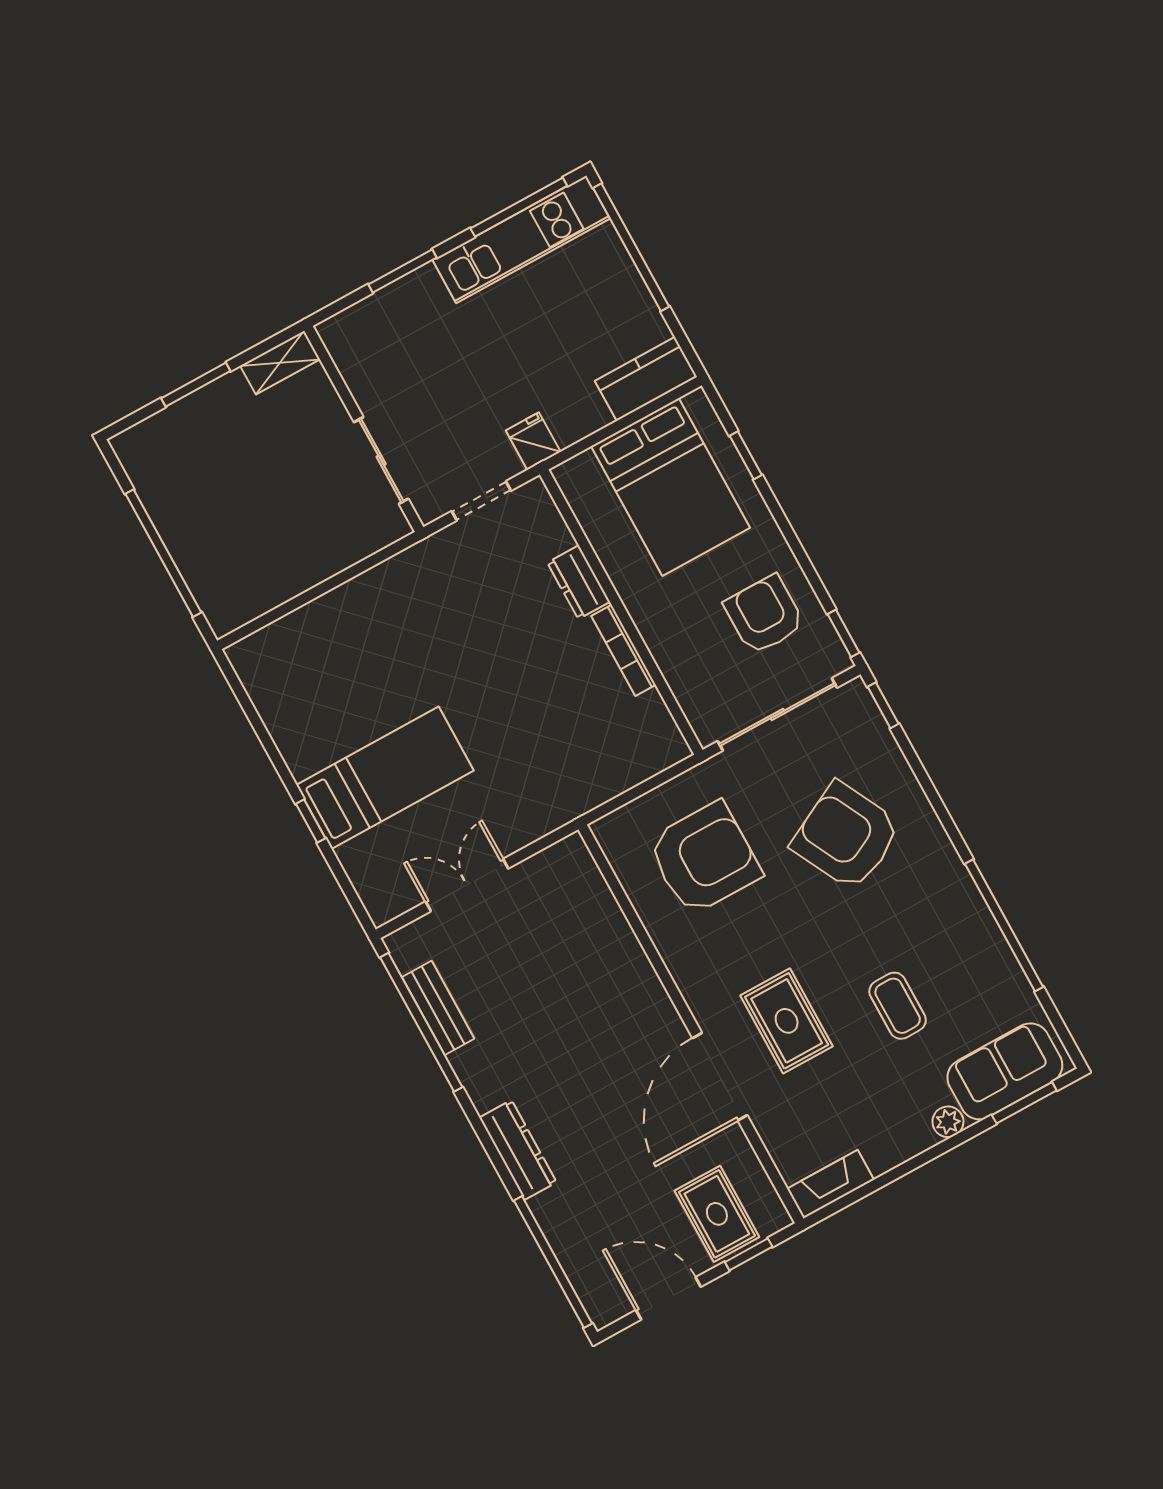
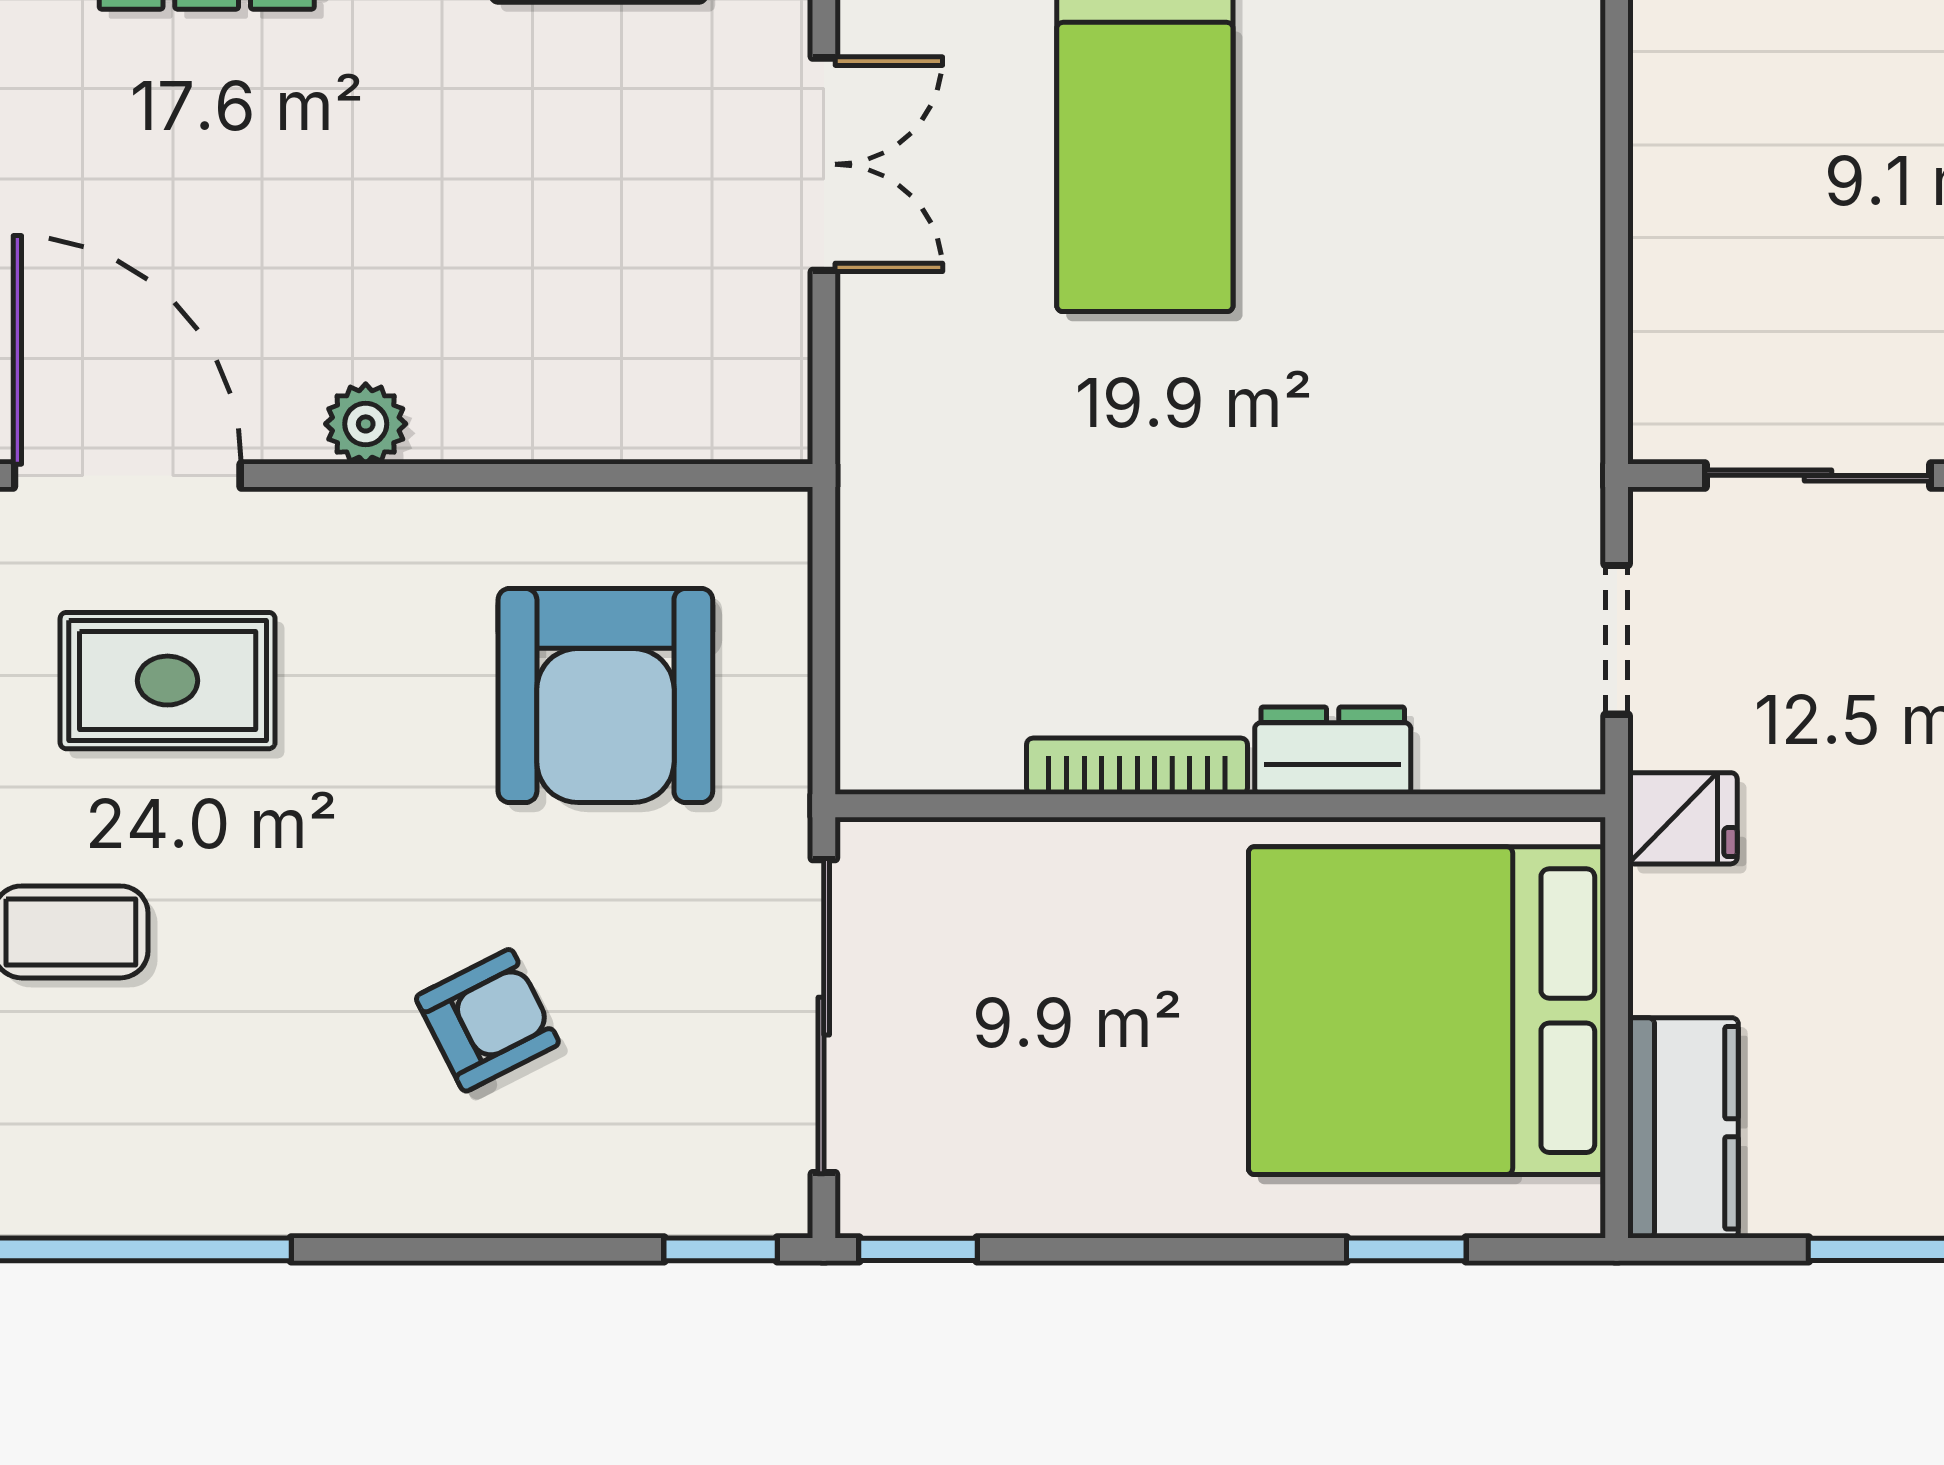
bed: (670, 487) -> (1427, 1011), width x1.36
armchair: (764, 615) -> (1049, 1104), removed
armchair: (846, 836) -> (487, 1020), width x0.53, depth x0.53
plant: (653, 1000) -> (366, 424), added

